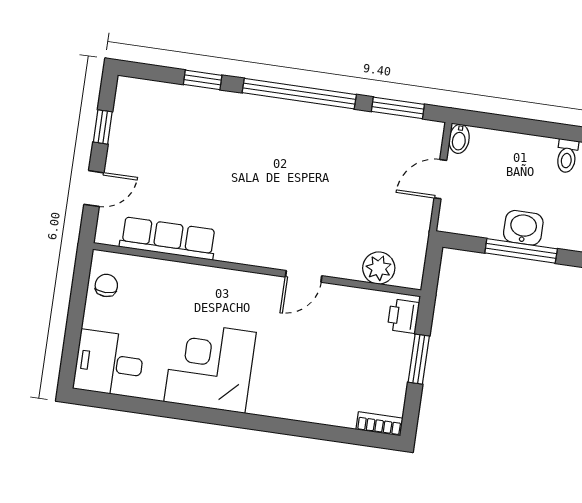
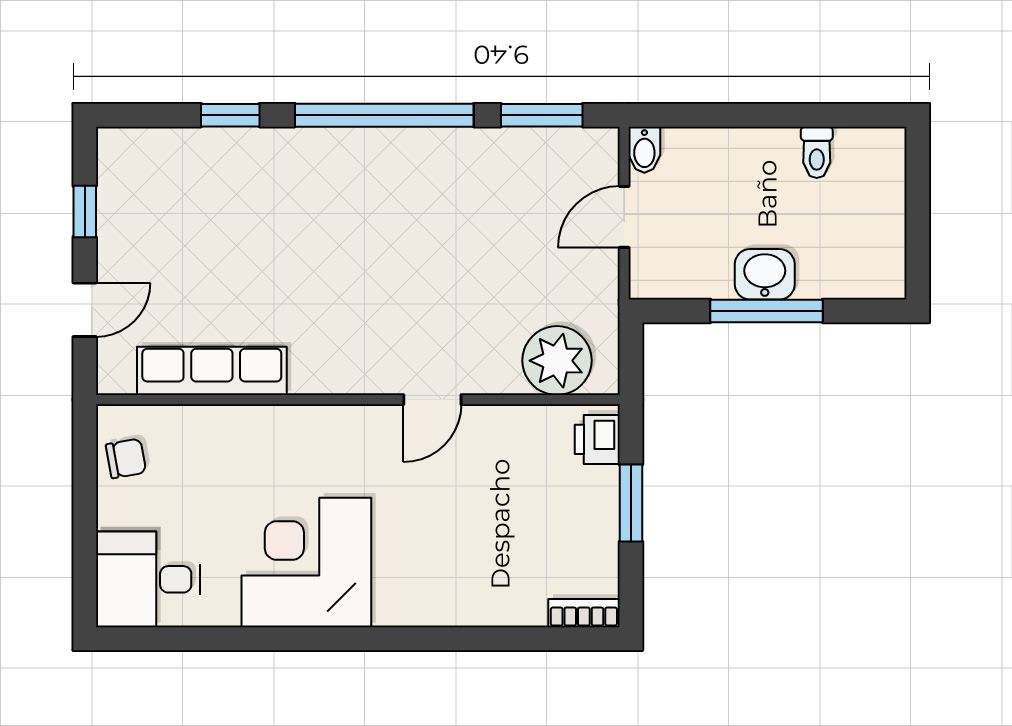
plant: (379, 268) -> (557, 361), width x1.36, depth x1.36
chair: (106, 285) -> (126, 458), turned 80

